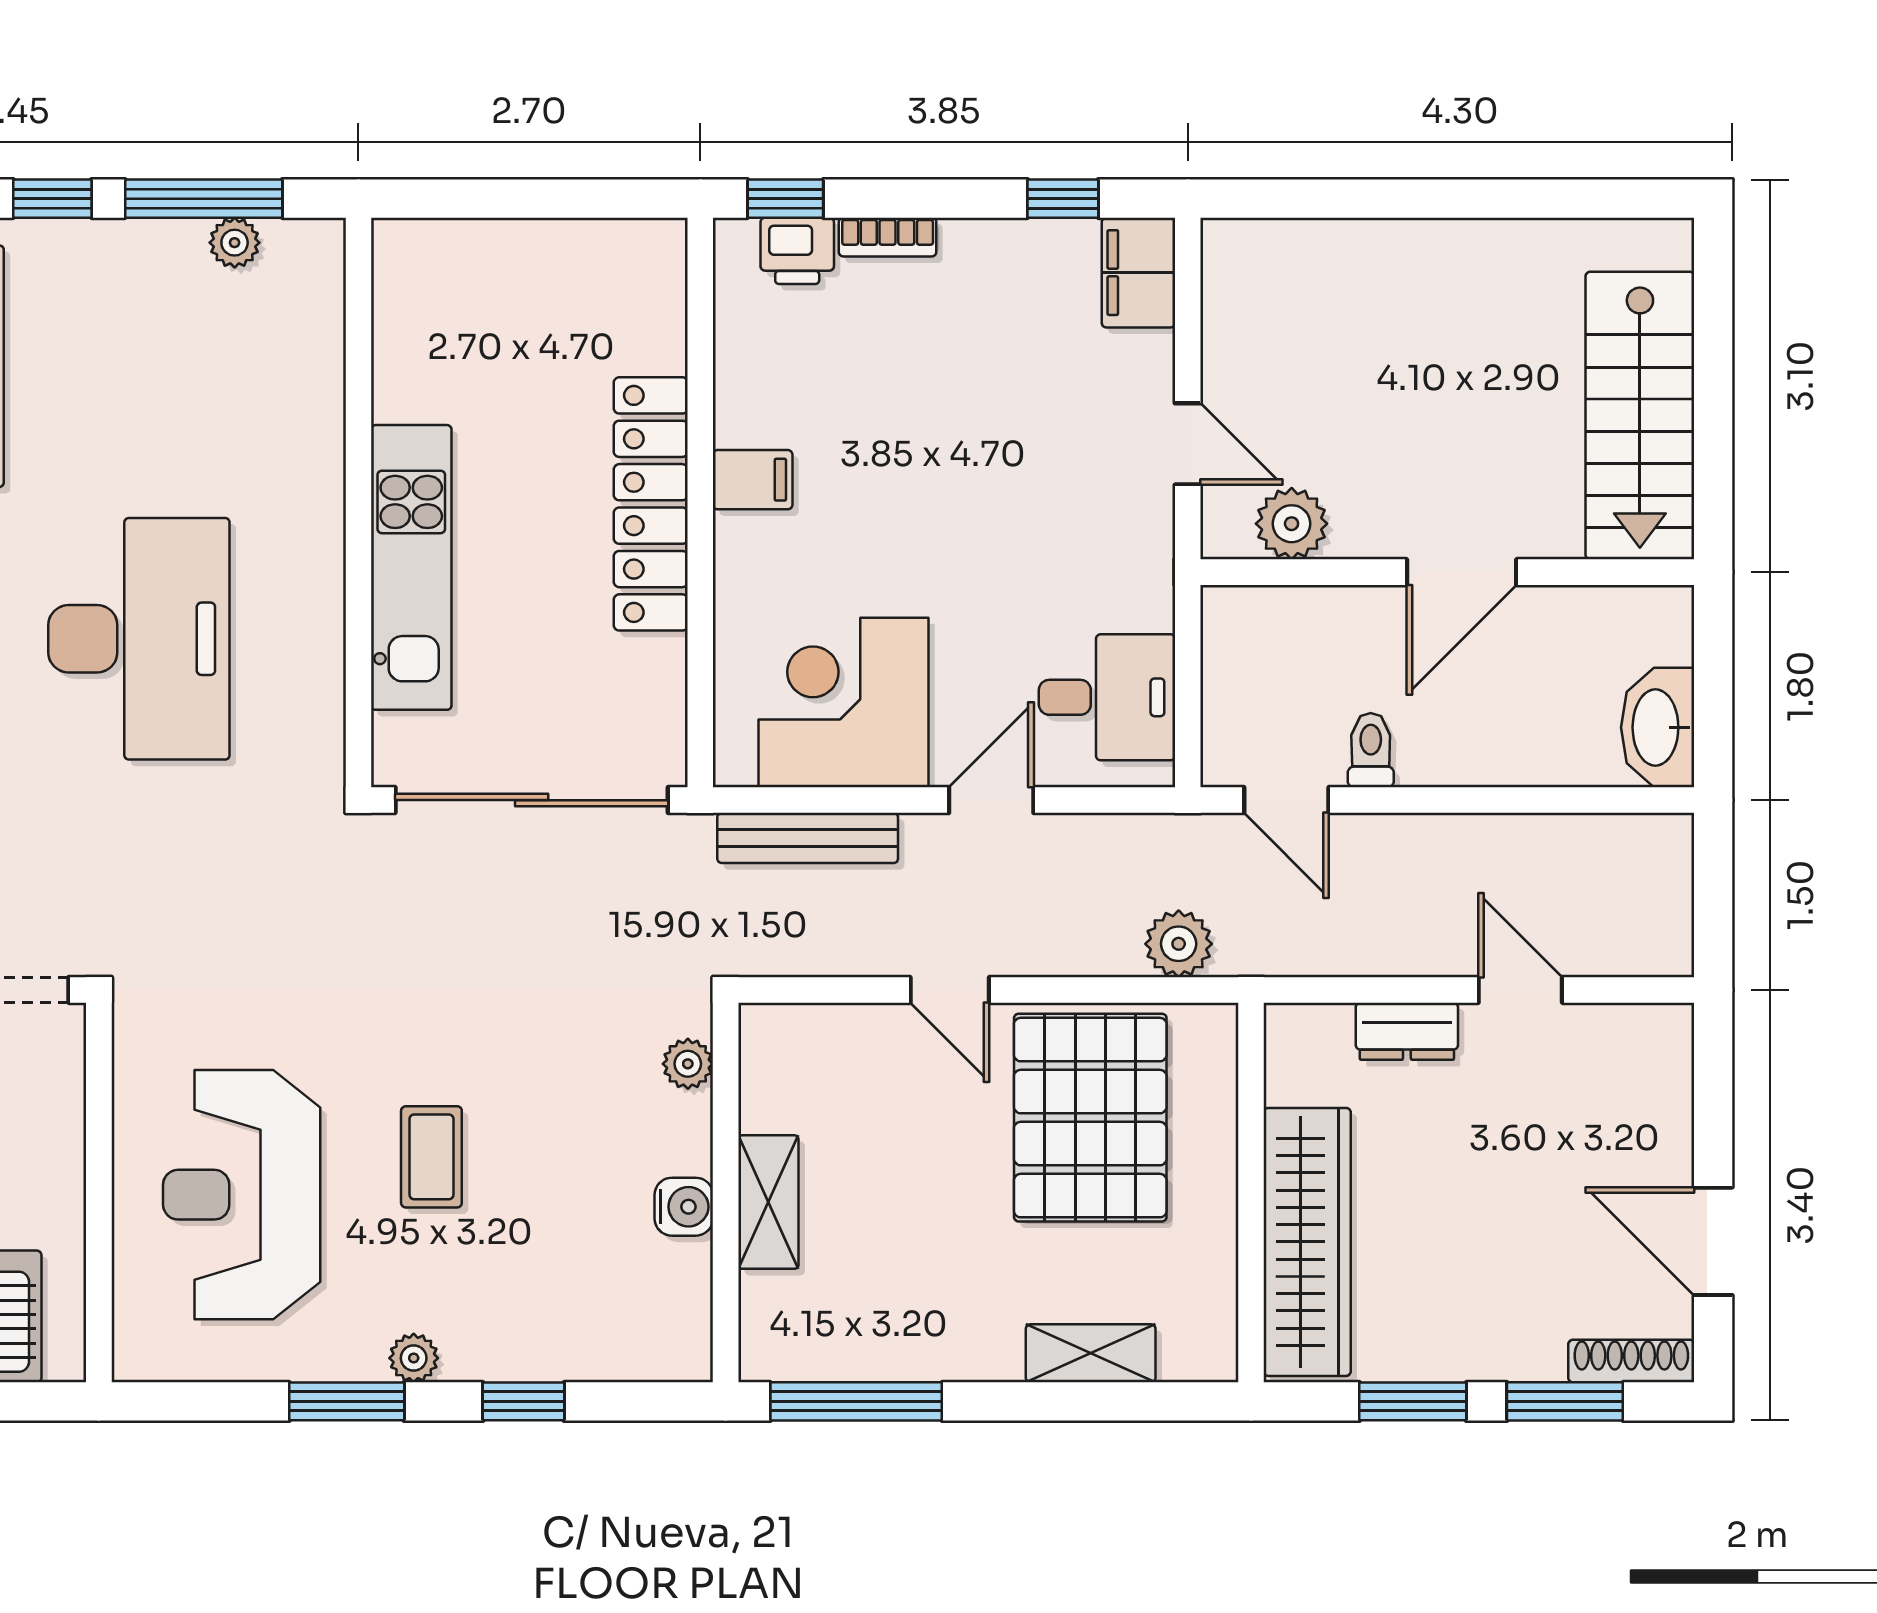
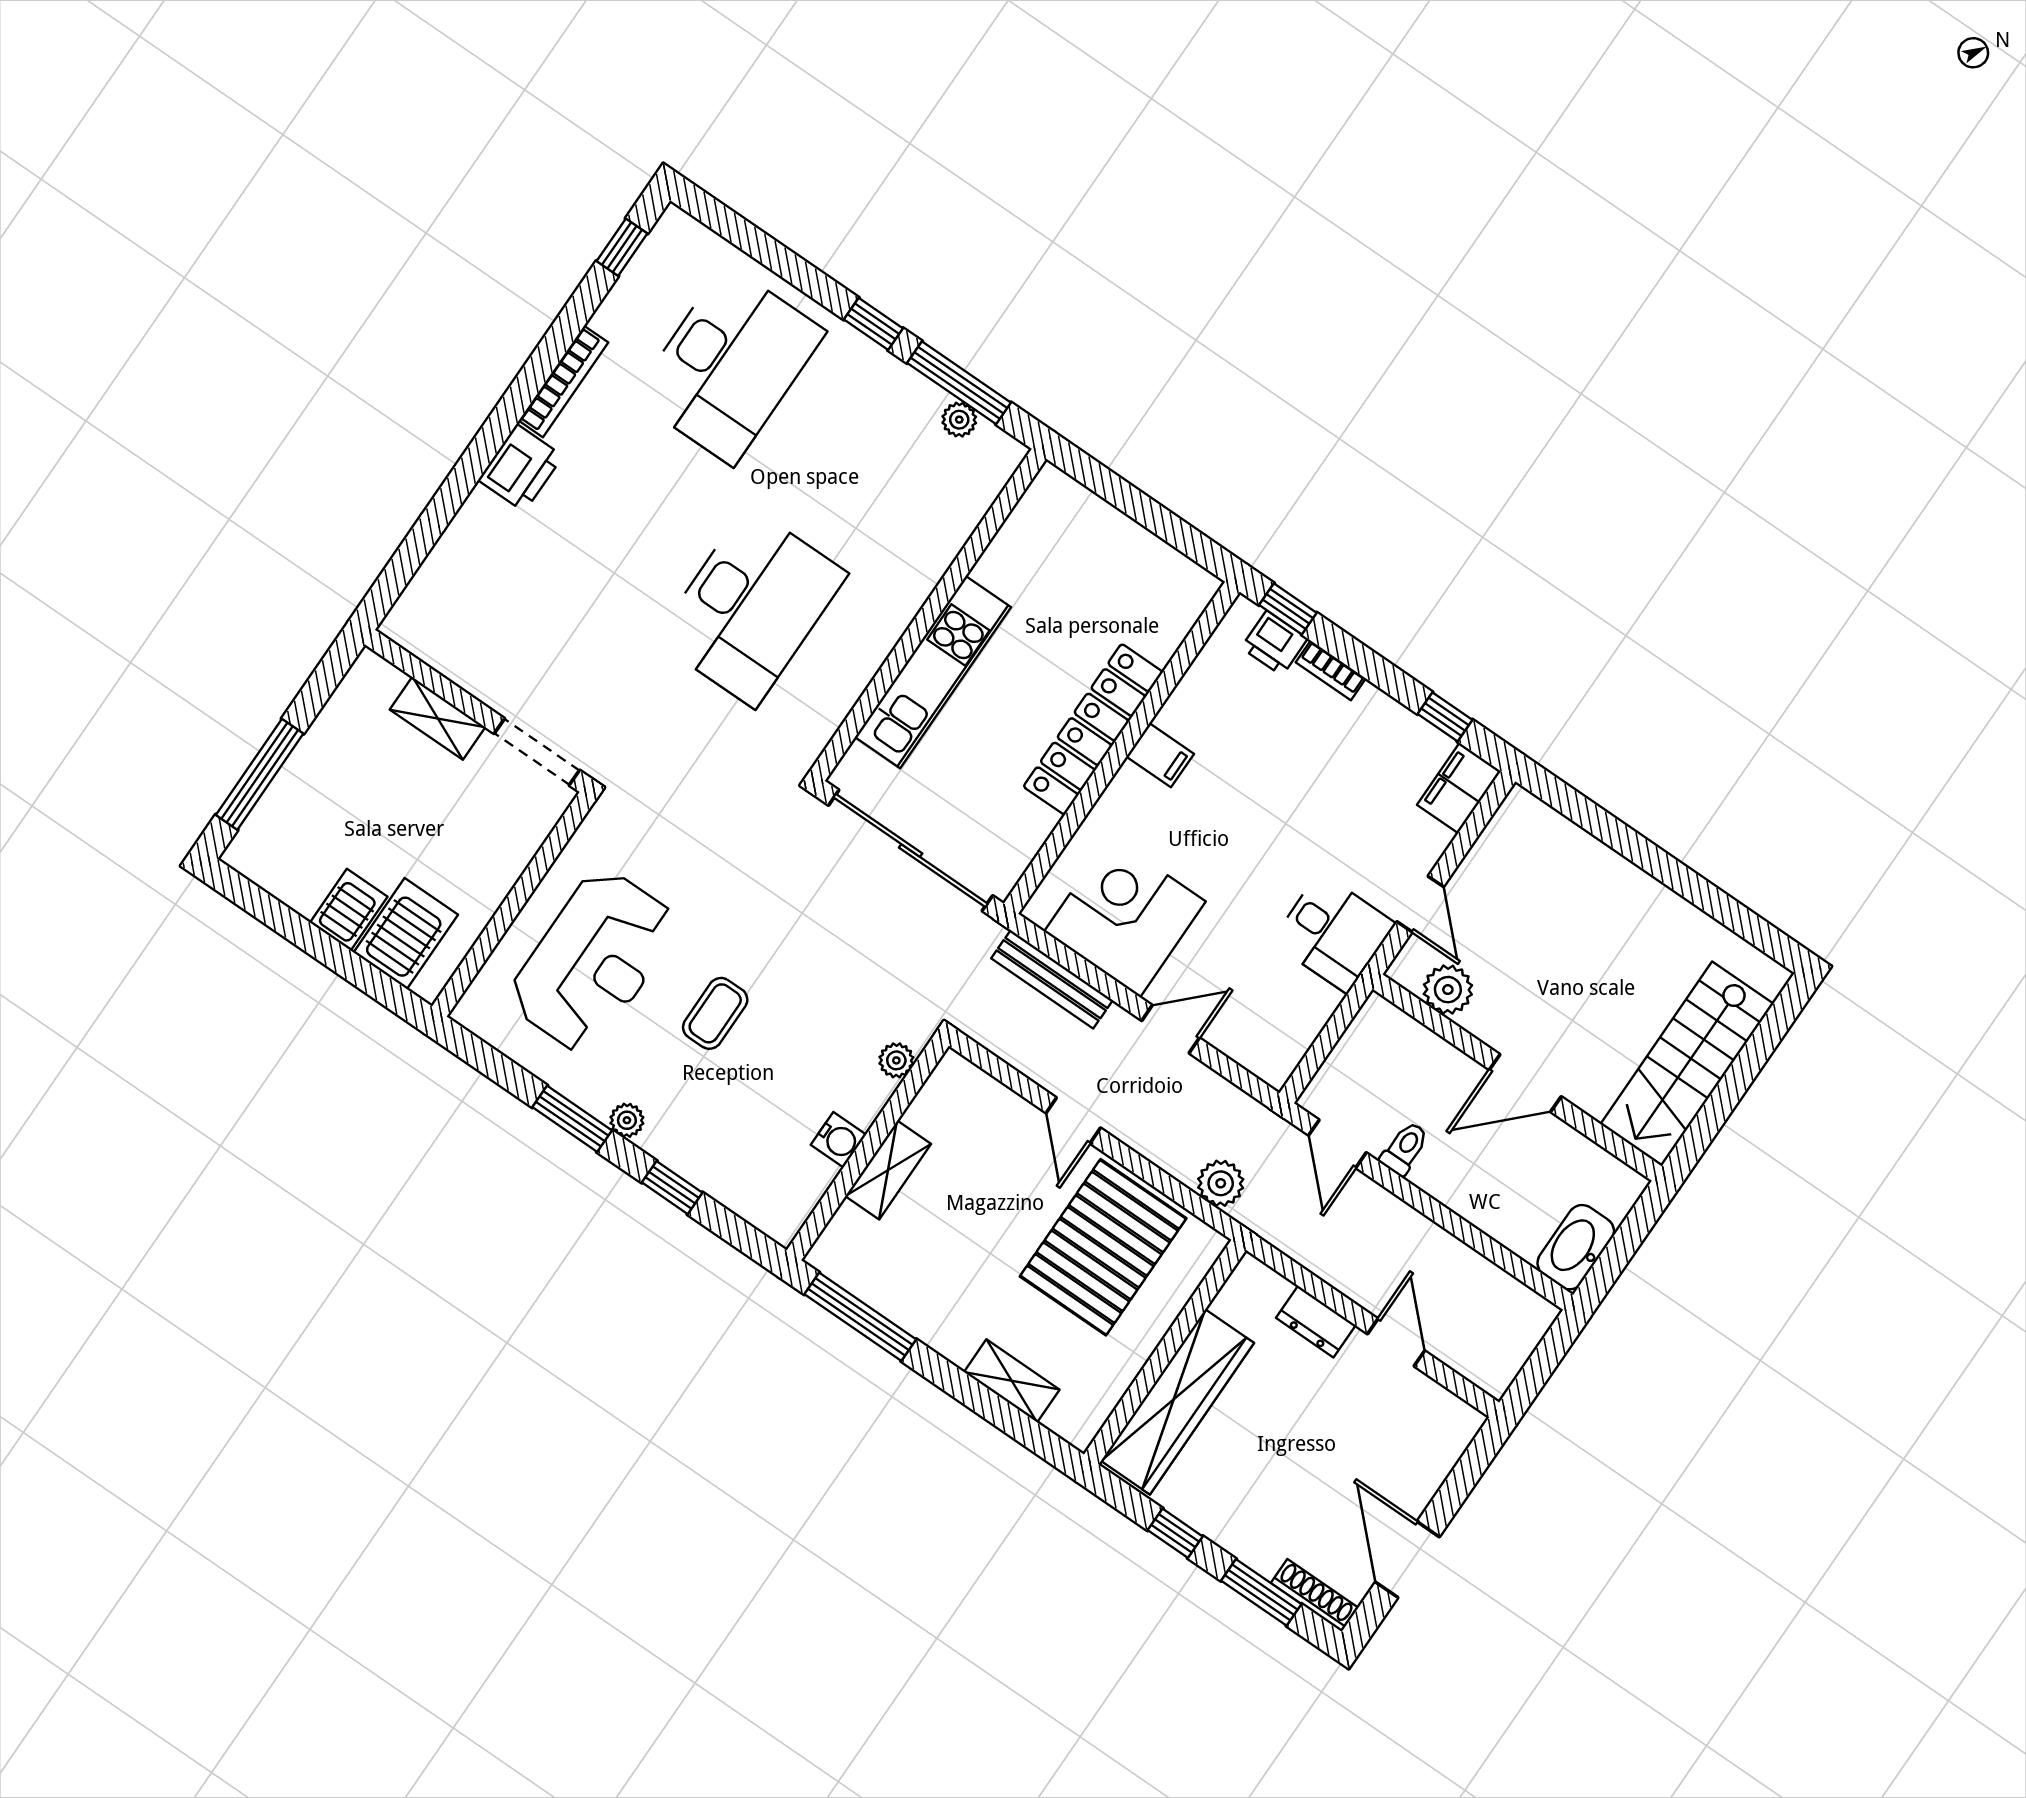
desk: (1107, 697) -> (1333, 933), moved
reception desk: (242, 1195) -> (593, 961), turned 180
window: (1413, 1401) -> (1175, 1533), width x0.67

